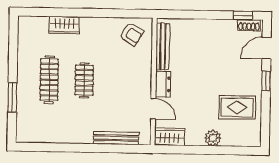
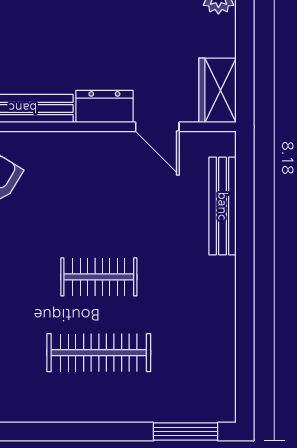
window: (12, 97) -> (186, 432), moved
door: (153, 109) -> (157, 127), swing flipped

